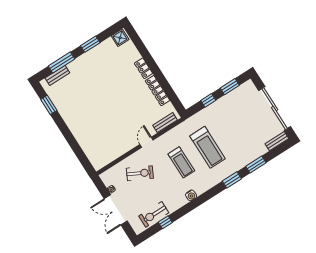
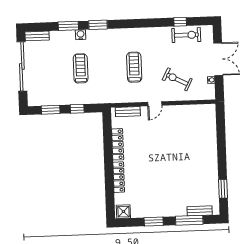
locker: (144, 68) -> (119, 177), width x1.53
treadmill: (208, 147) -> (81, 68), moved, width x0.73, depth x0.73
water cooler: (191, 195) -> (81, 35), moved

